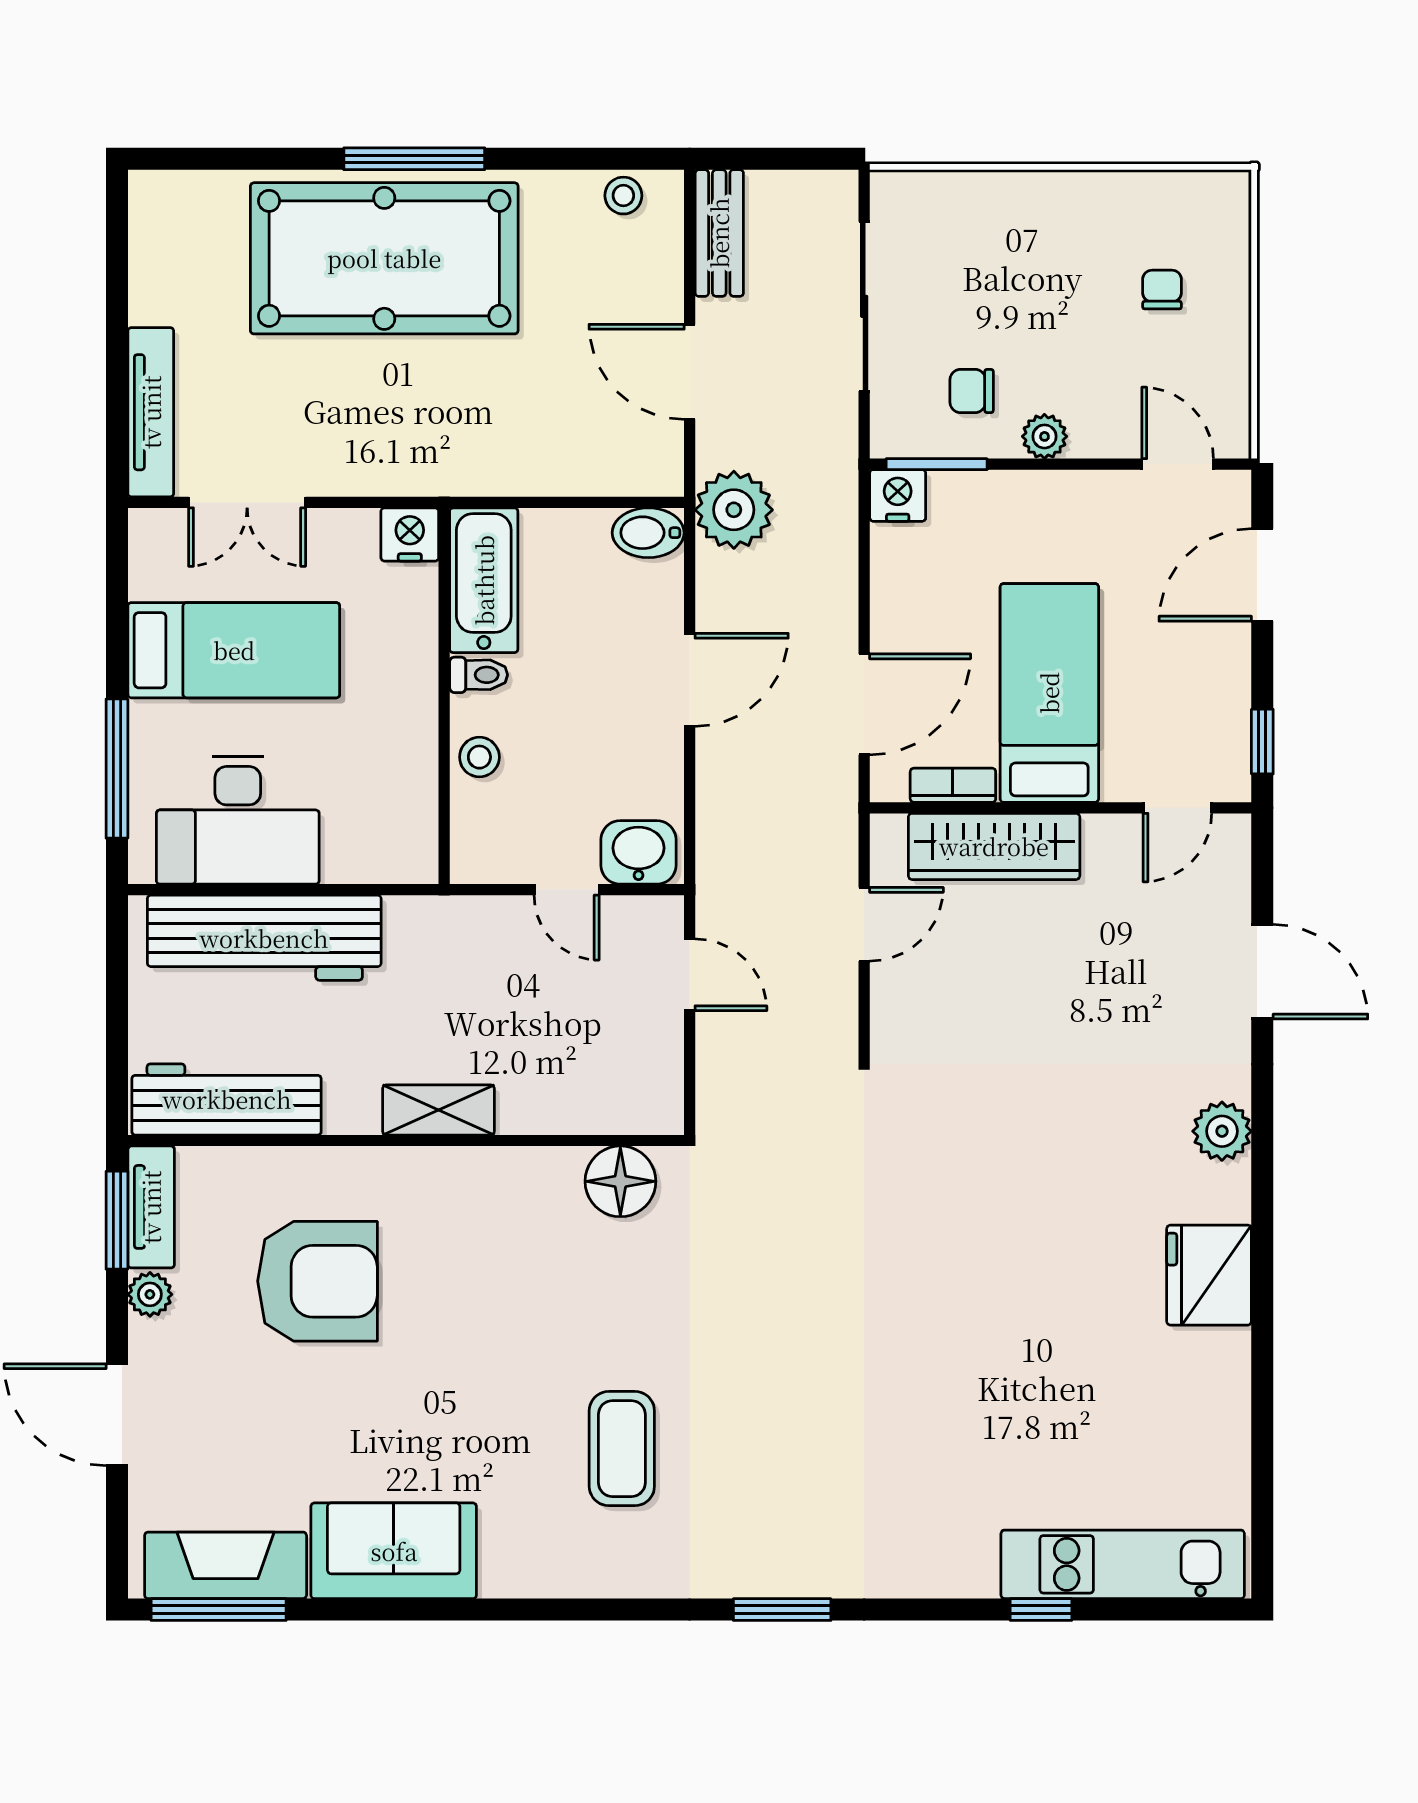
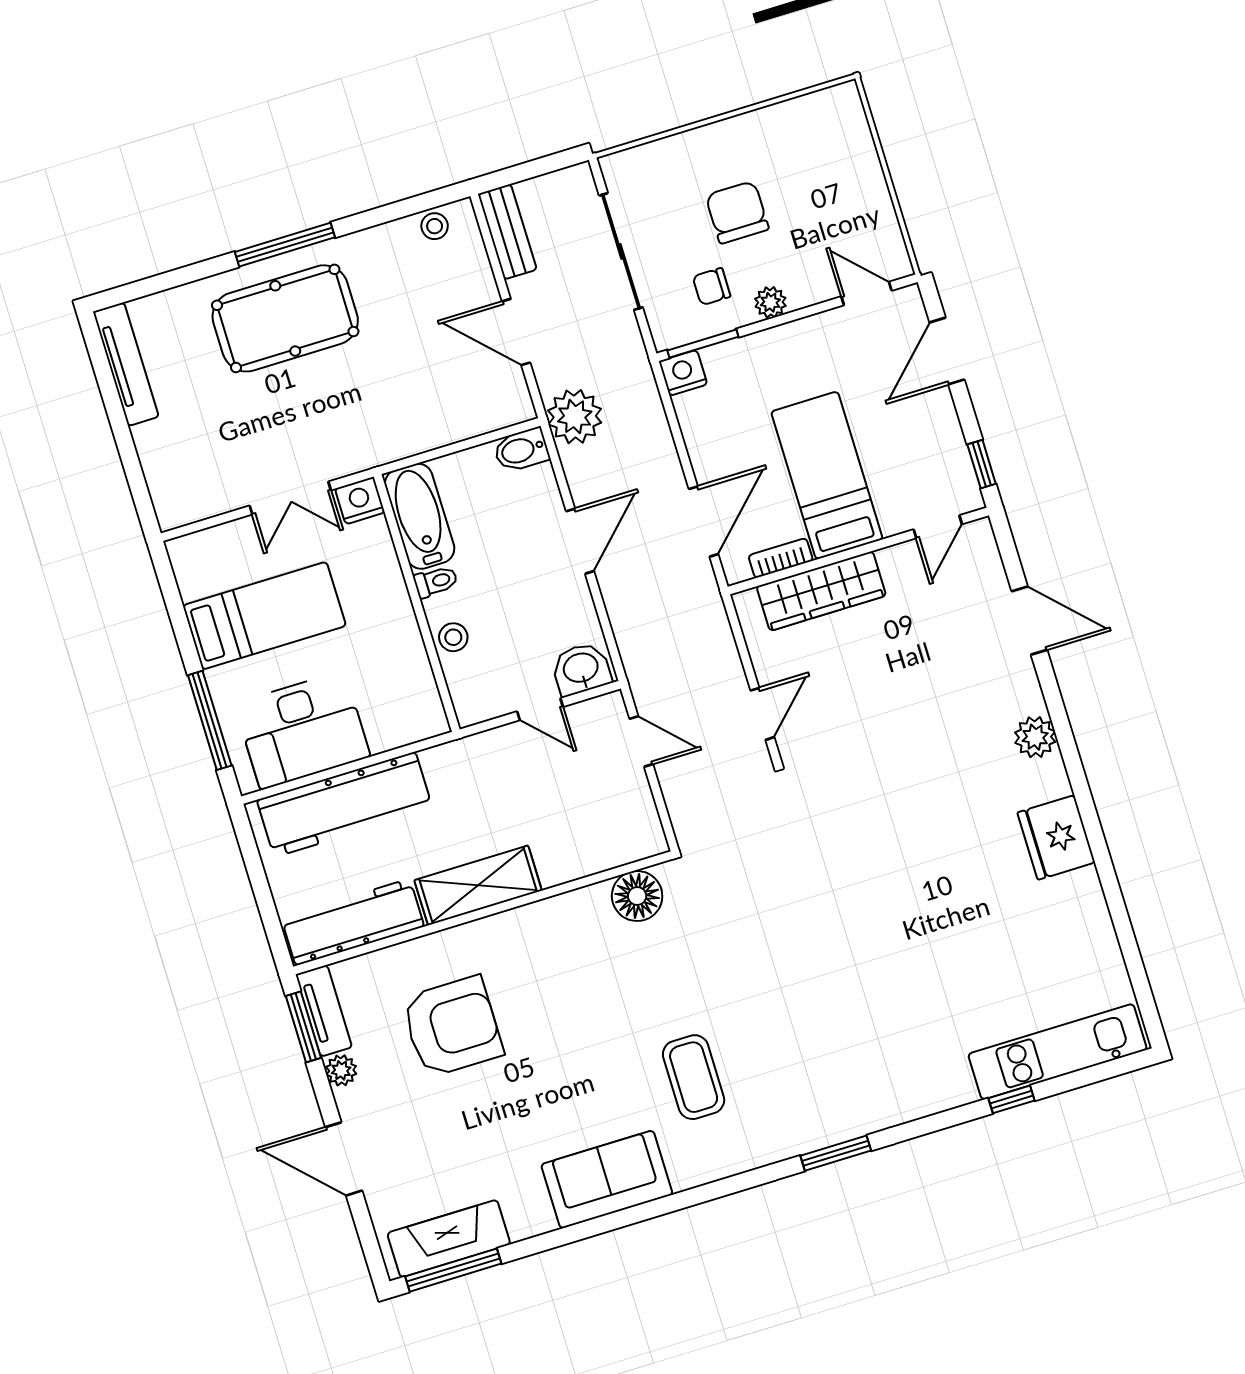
pool table: (384, 258) -> (285, 318), width x0.73, depth x0.76
chair: (1162, 290) -> (737, 212), moved, width x1.87, depth x1.87
tv unit: (151, 412) -> (126, 364), moved
double door: (247, 502) -> (290, 498), moved
door: (864, 924) -> (762, 714), moved
shelving: (438, 1110) -> (478, 885), width x1.50, depth x1.33
sofa: (394, 1551) -> (607, 1179), moved

